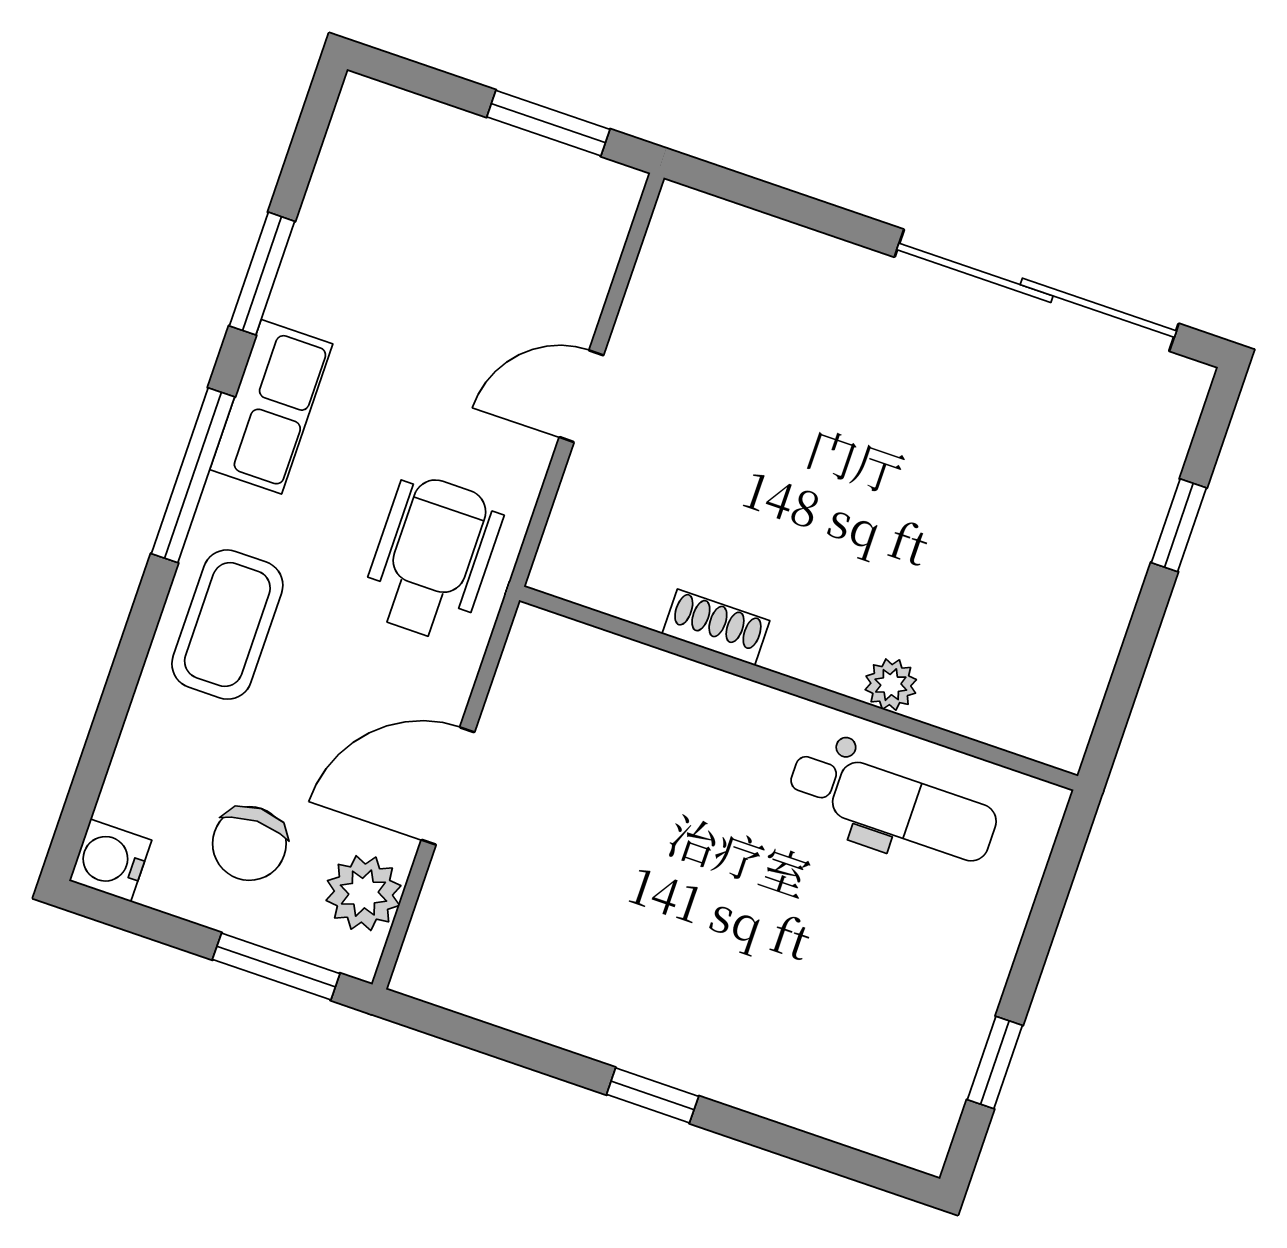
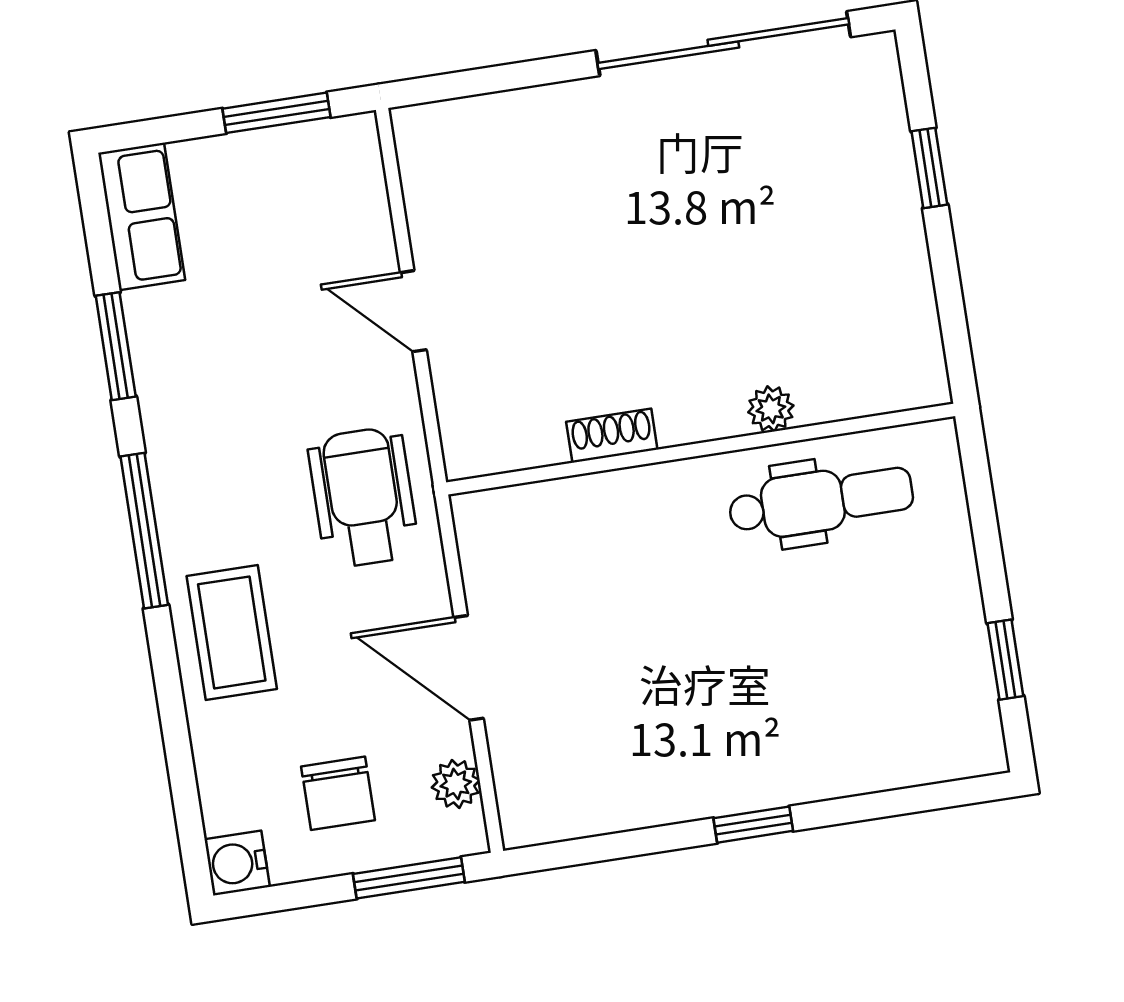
door: (581, 396) -> (413, 311), hinge flipped
row of seats: (271, 407) -> (142, 216), moved
door: (448, 786) -> (469, 668), hinge flipped
plant: (363, 893) -> (456, 784), width x0.73, depth x0.73

